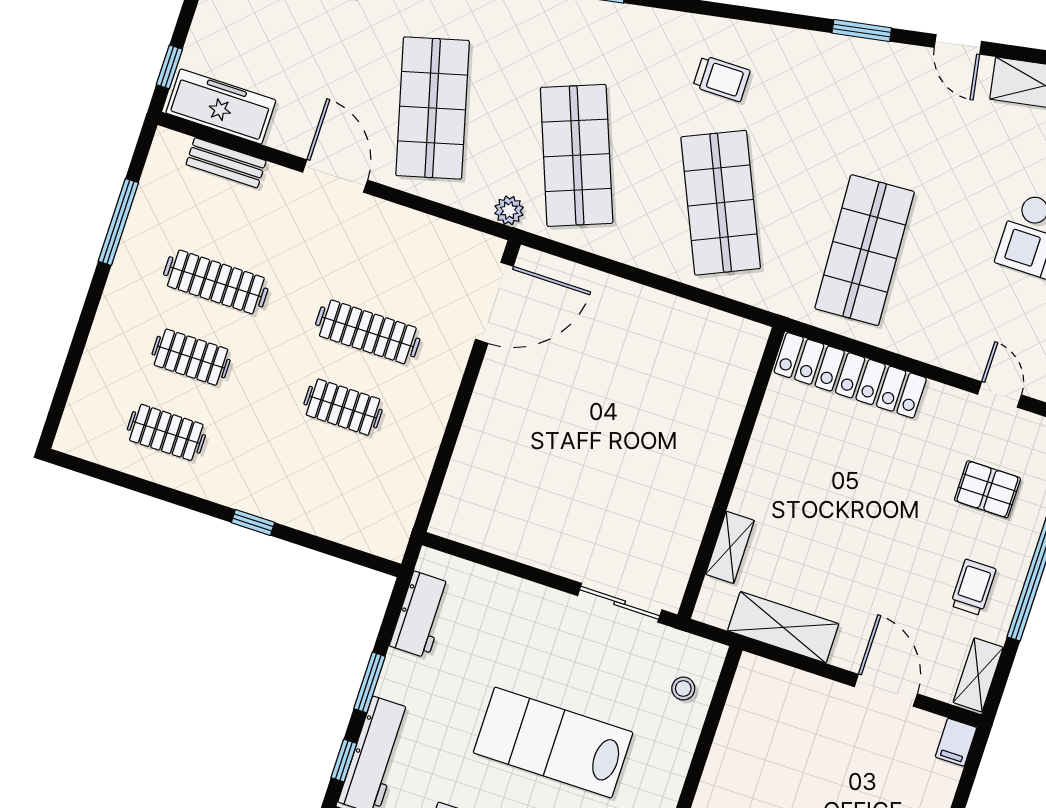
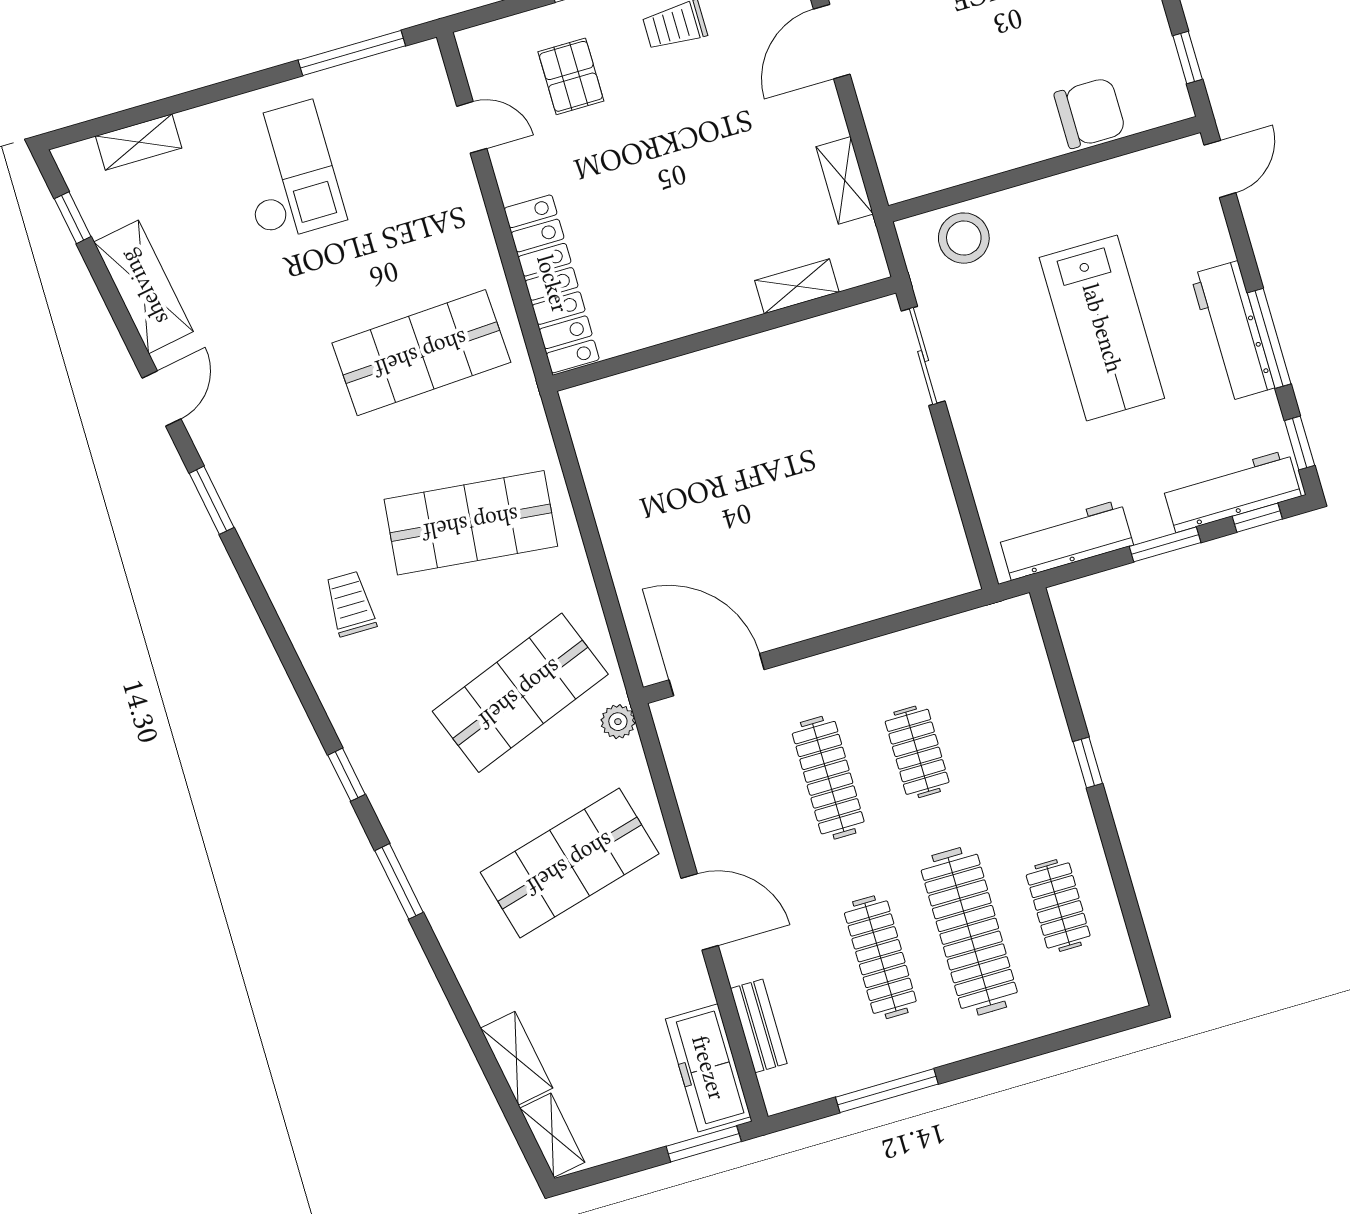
window: (169, 67) -> (704, 1144), width x1.50
door: (335, 176) -> (700, 912), swing flipped
shop shelf: (721, 203) -> (471, 523), turned 30
clothes rail: (191, 357) -> (969, 931), width x1.86, depth x1.31
door: (999, 395) -> (472, 127), swing flipped
workbench: (421, 615) -> (1066, 540), width x1.38
shelving: (783, 627) -> (845, 180), width x0.67, depth x0.75
stool: (683, 688) -> (964, 238), width x1.89, depth x1.89

